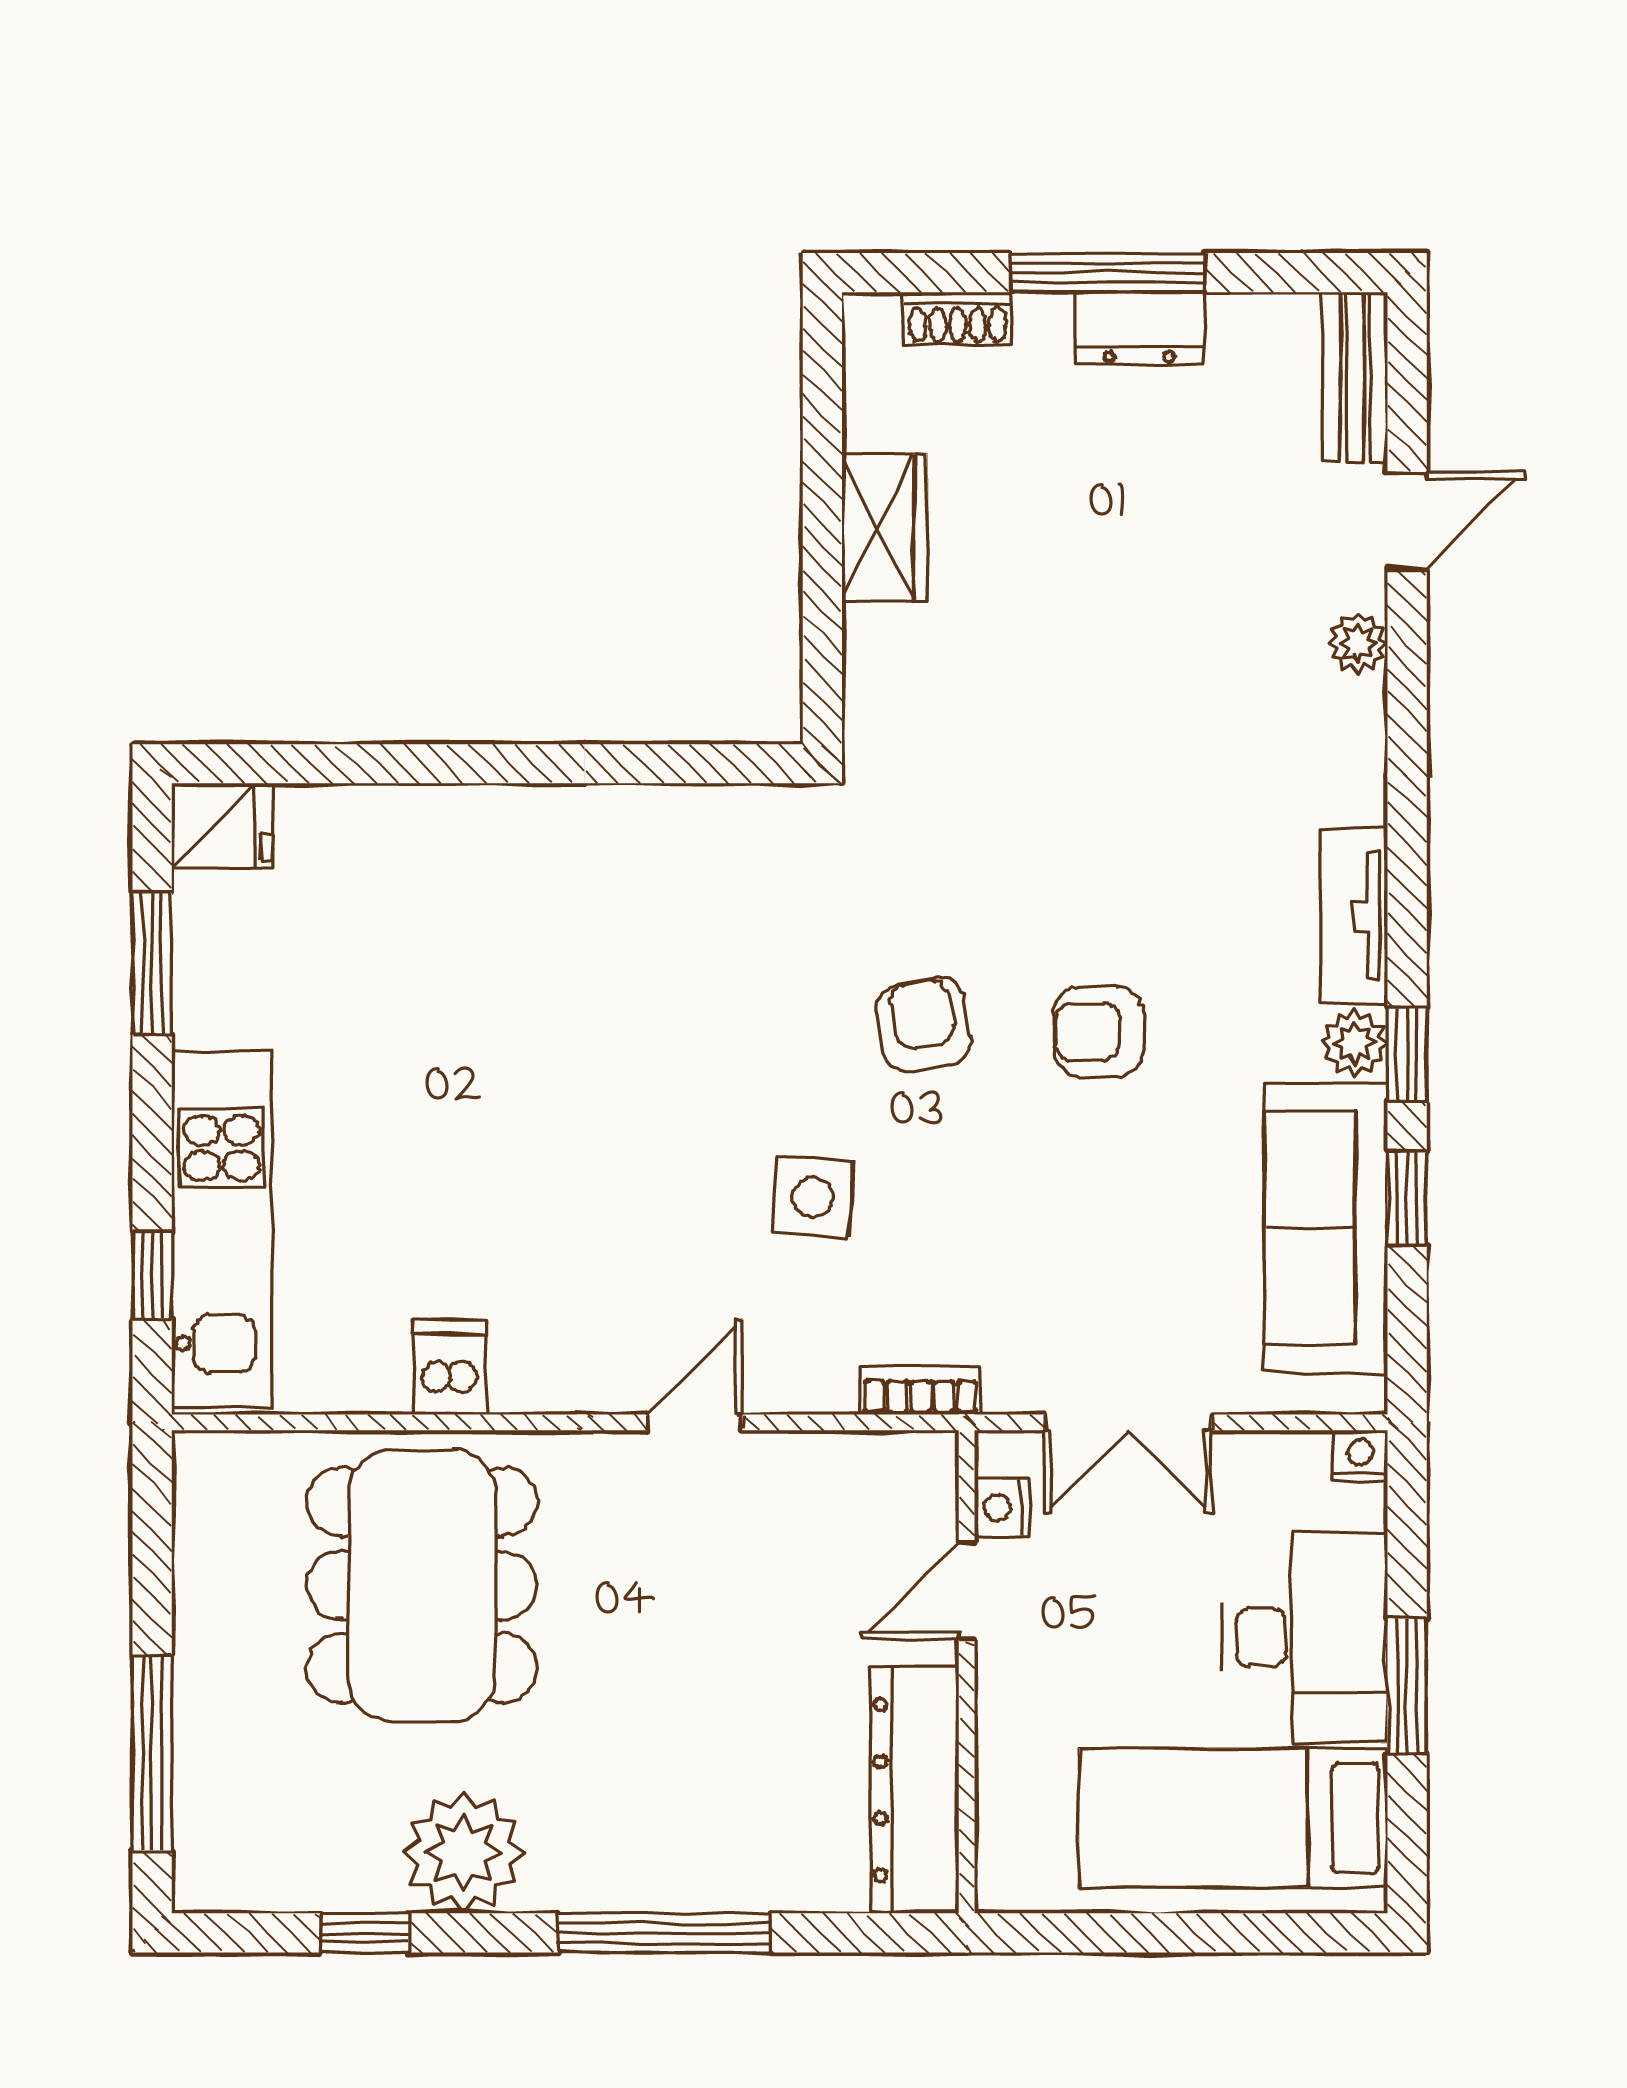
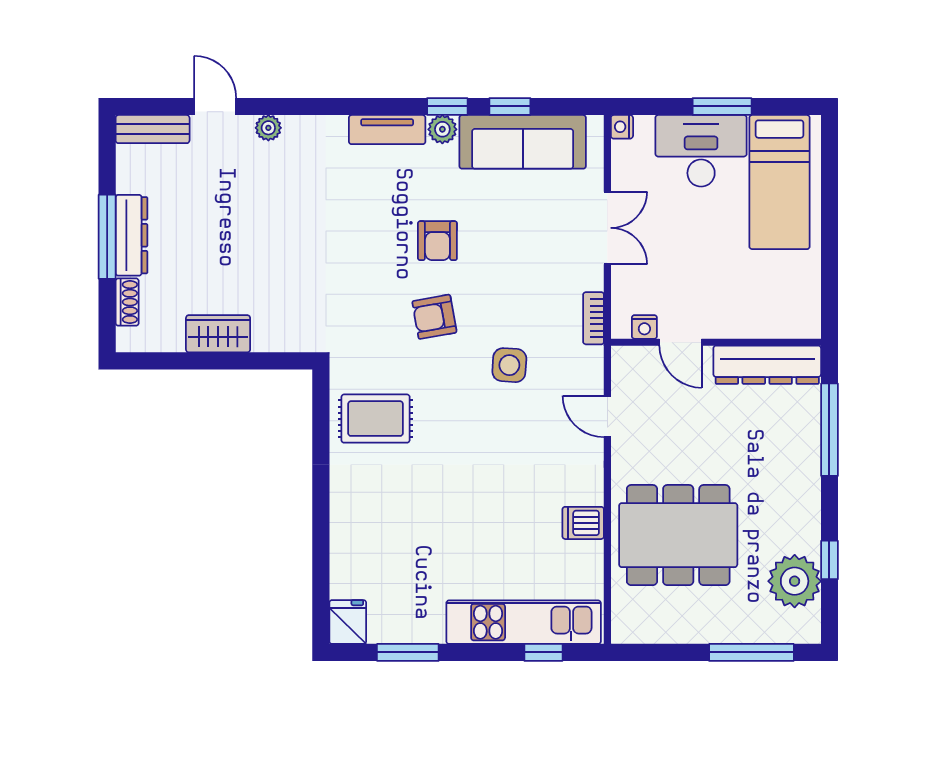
dresser: (1139, 328) -> (131, 235), width x1.44
rug: (690, 889) -> (376, 419), added
nightstand: (1002, 1508) -> (644, 327), moved
door: (967, 1591) -> (681, 342), moved
wall: (967, 1672) -> (716, 342), moved
dresser: (915, 1790) -> (767, 365), moved
plant: (464, 1853) -> (795, 581), moved

